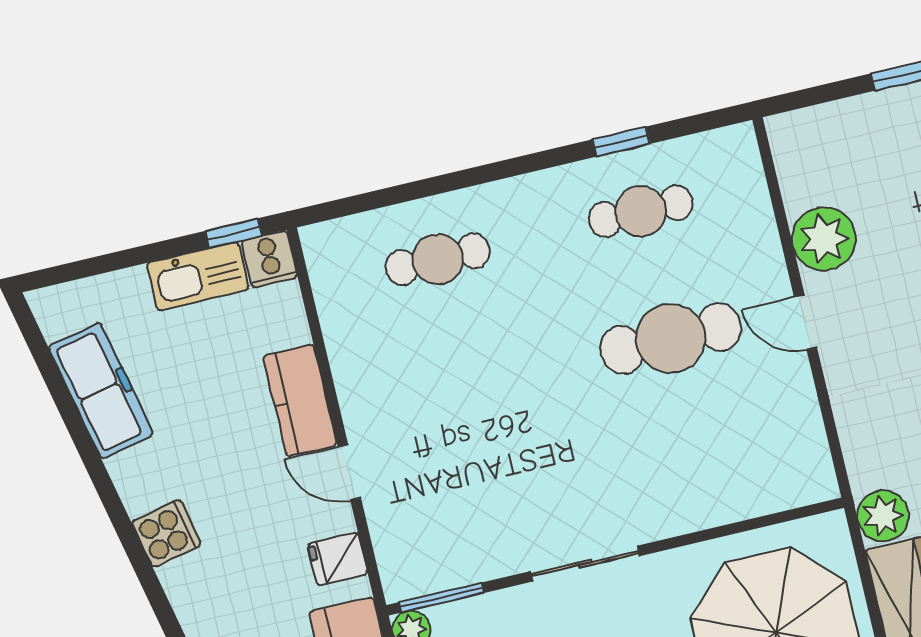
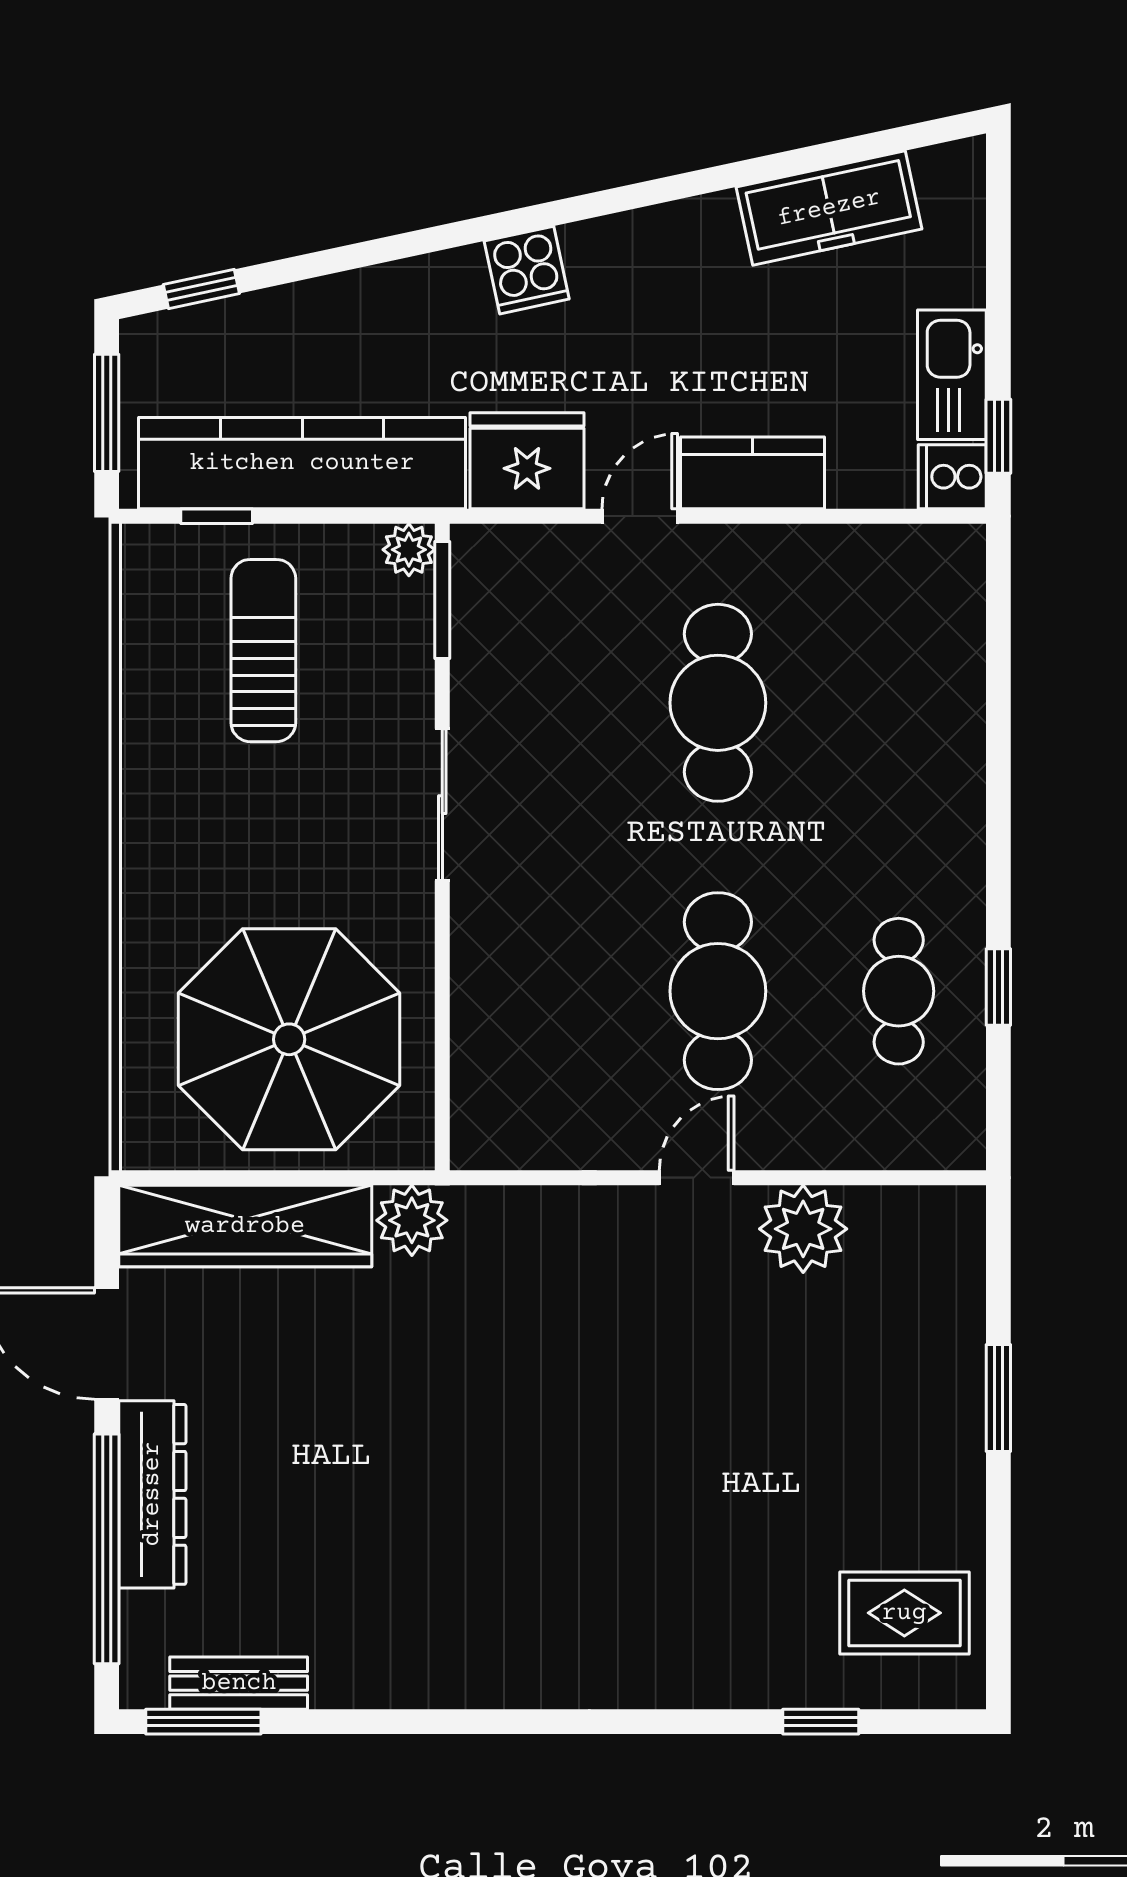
cafe table: (438, 259) -> (718, 703), moved, width x1.37, depth x1.35
cooker: (166, 533) -> (527, 270), moved
fridge: (338, 559) -> (527, 461), width x1.88, depth x1.34

